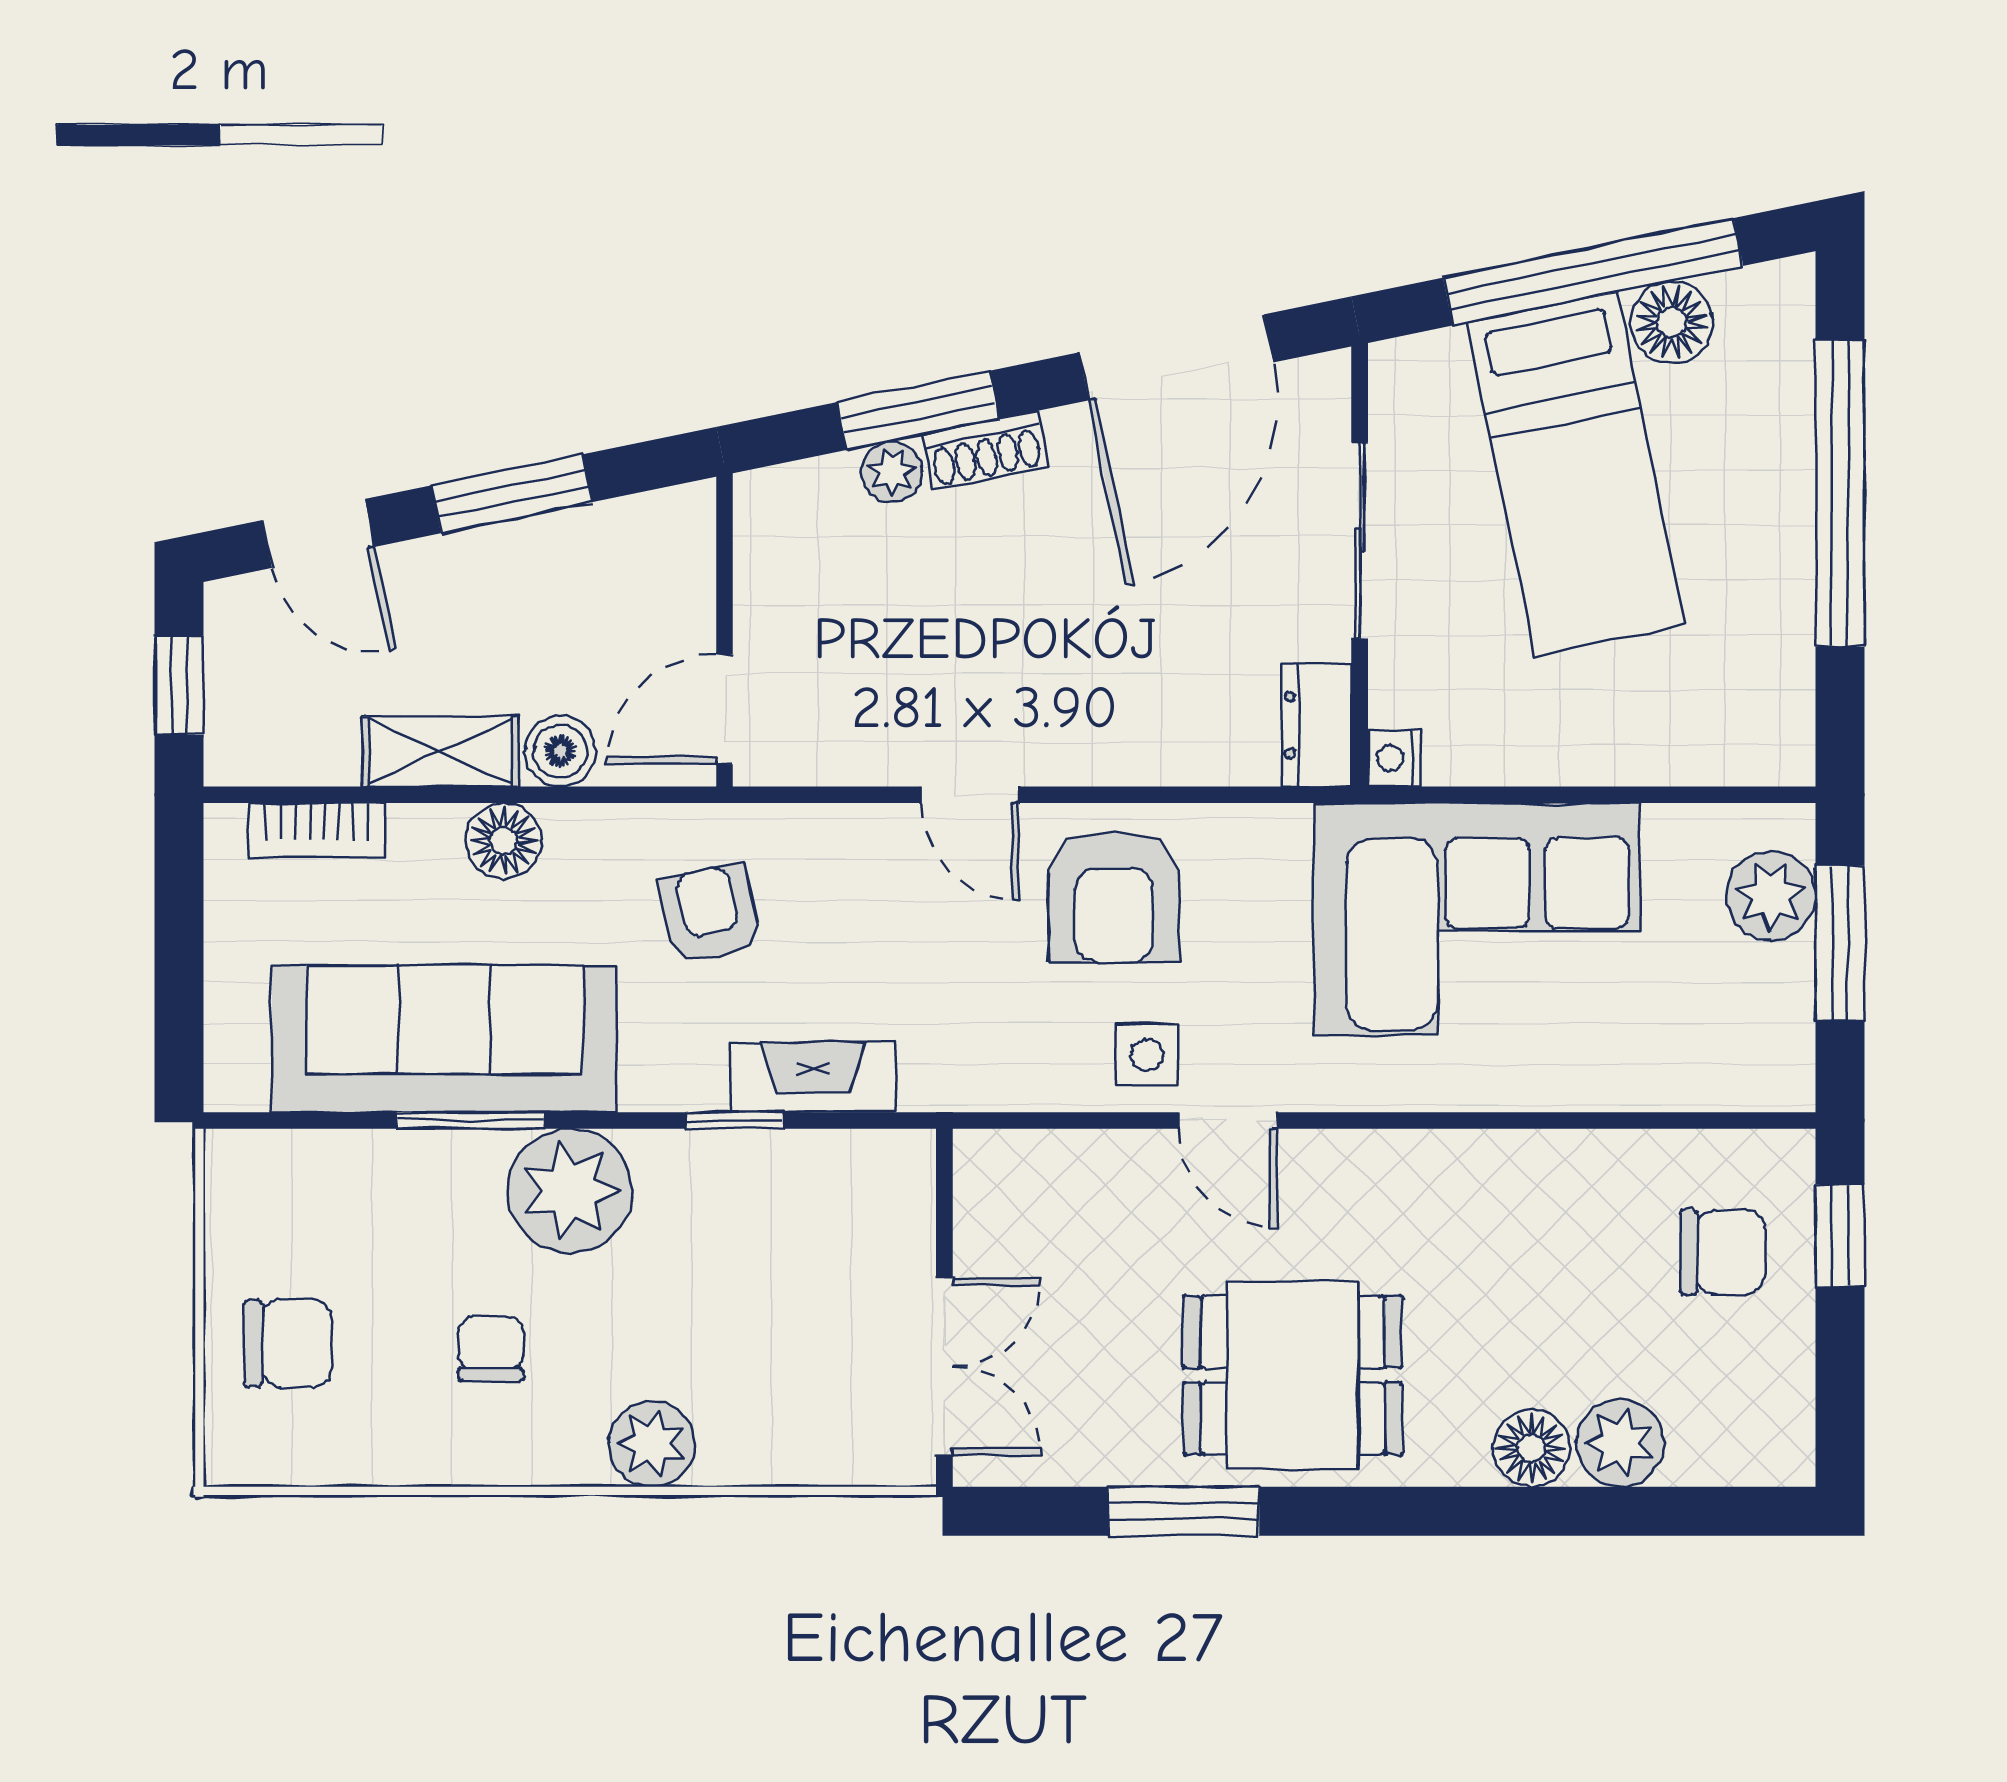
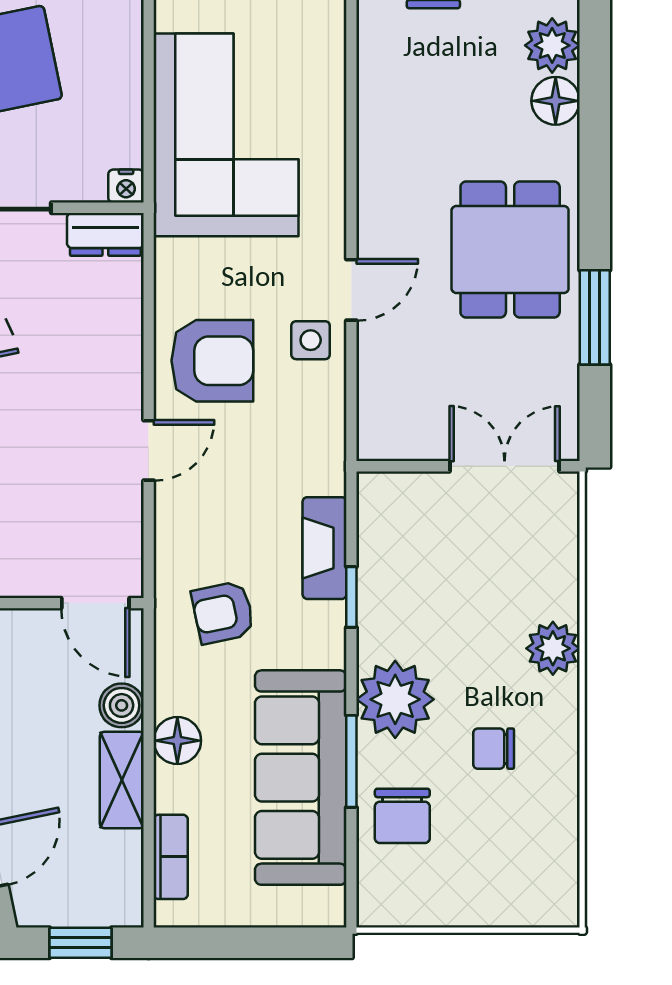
chair: (288, 1343) -> (402, 816), moved, turned 180

